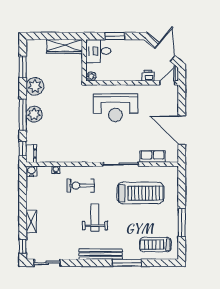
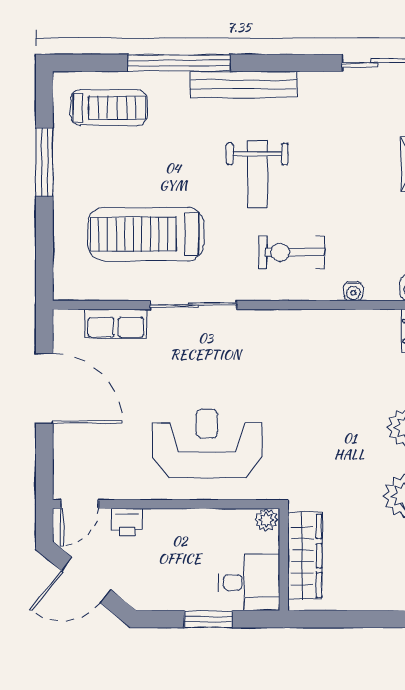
wardrobe: (65, 46) -> (305, 556), moved, turned 90
door: (165, 52) -> (86, 580), hinge flipped
exercise bike: (81, 186) -> (292, 252), turned 180
window: (127, 263) -> (179, 63), width x1.46

